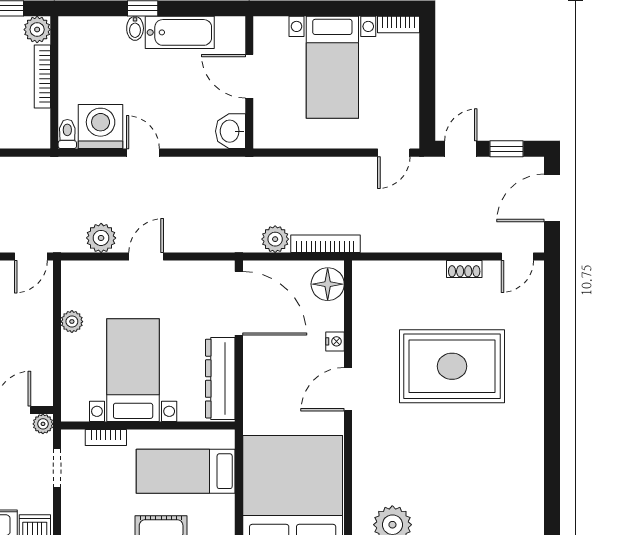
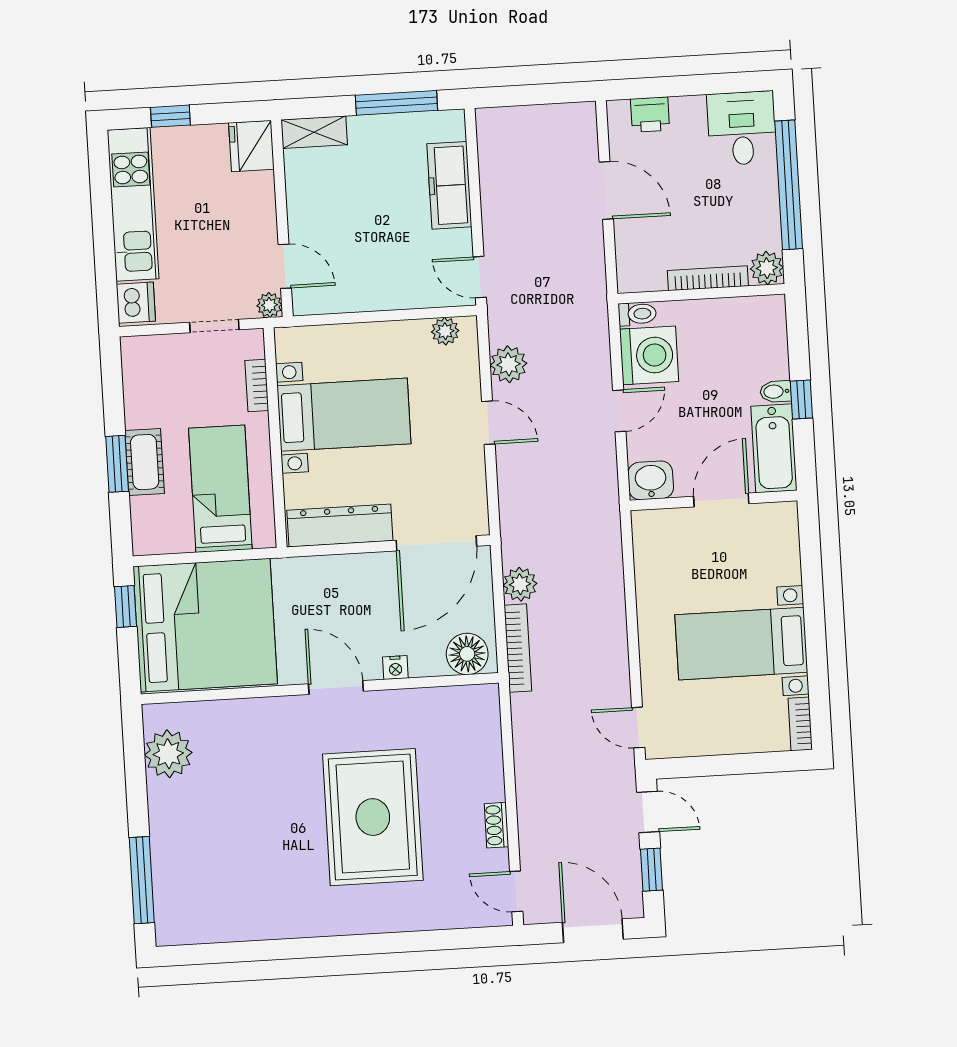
door: (249, 76) -> (721, 500), moved
wall: (249, 82) -> (714, 500), moved
washbasin: (230, 131) -> (651, 480), moved
plant: (72, 322) -> (445, 331), moved

